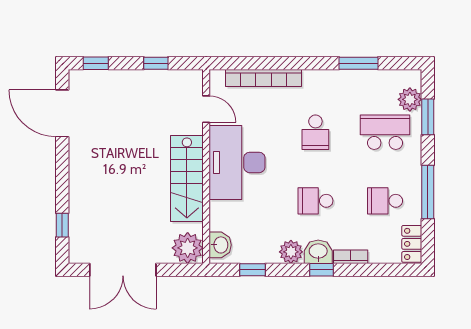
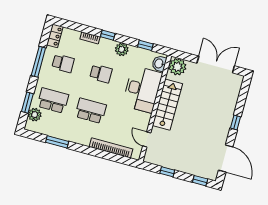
school desk: (315, 132) -> (91, 111), width x1.85
school desk: (385, 132) -> (53, 101), turned 180
desk: (237, 162) -> (142, 89), moved
window: (62, 225) -> (235, 122), moved
washbasin: (318, 252) -> (107, 45), removed

